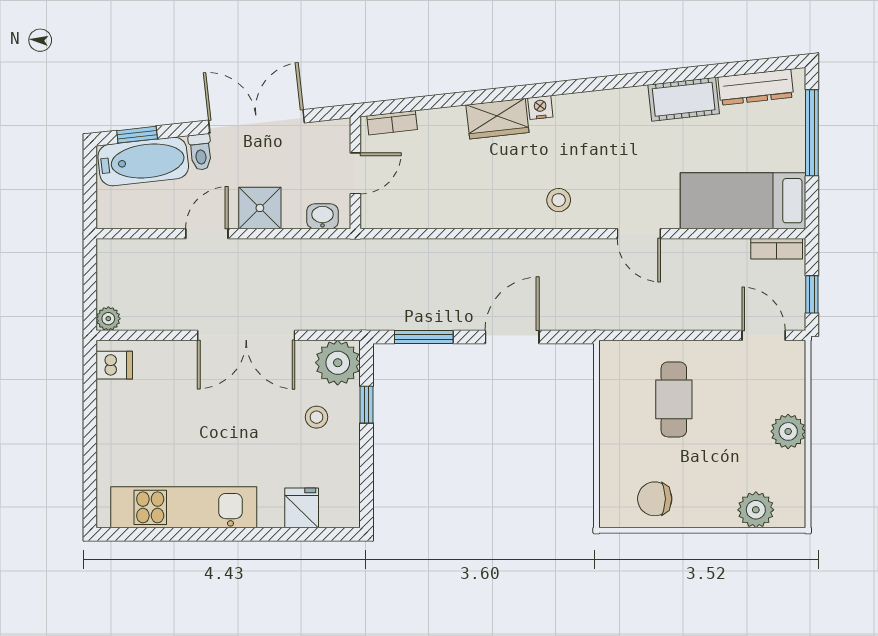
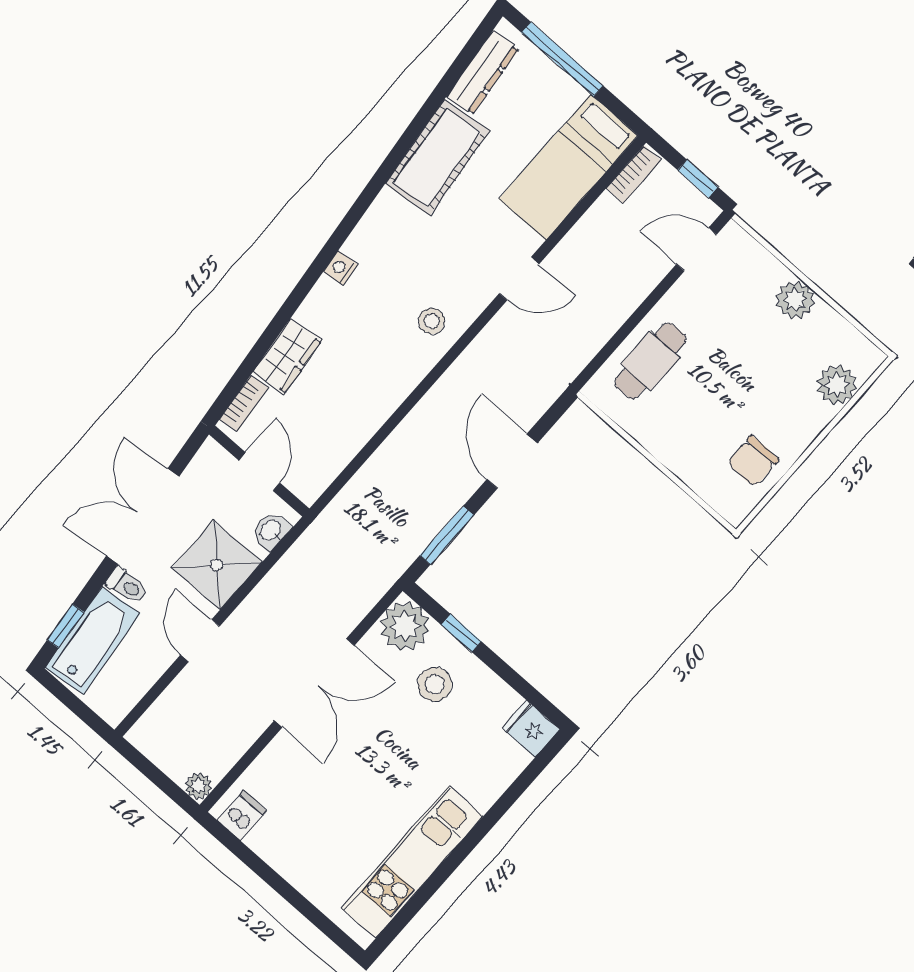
cot: (684, 99) -> (437, 157), width x1.37, depth x1.34
wardrobe: (497, 119) -> (287, 357), moved
shower: (260, 208) -> (217, 565), width x1.36, depth x1.36
cafe table: (674, 399) -> (650, 361), moved, turned 90
stool: (317, 417) -> (435, 684), width x1.37, depth x1.37
fridge: (302, 508) -> (531, 729), moved

